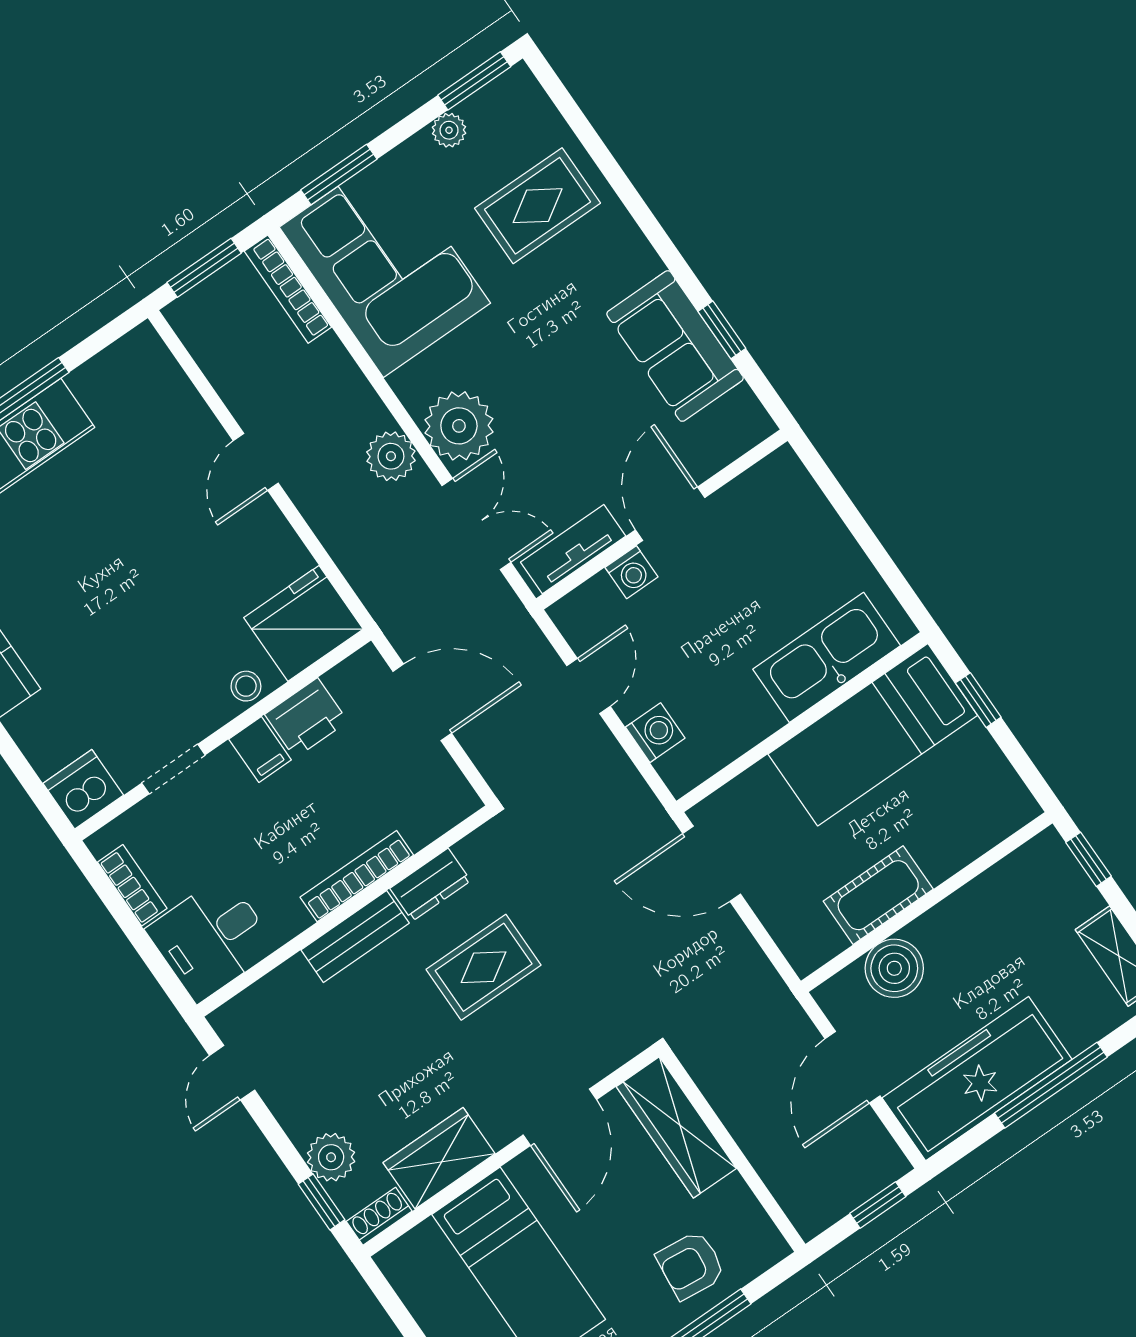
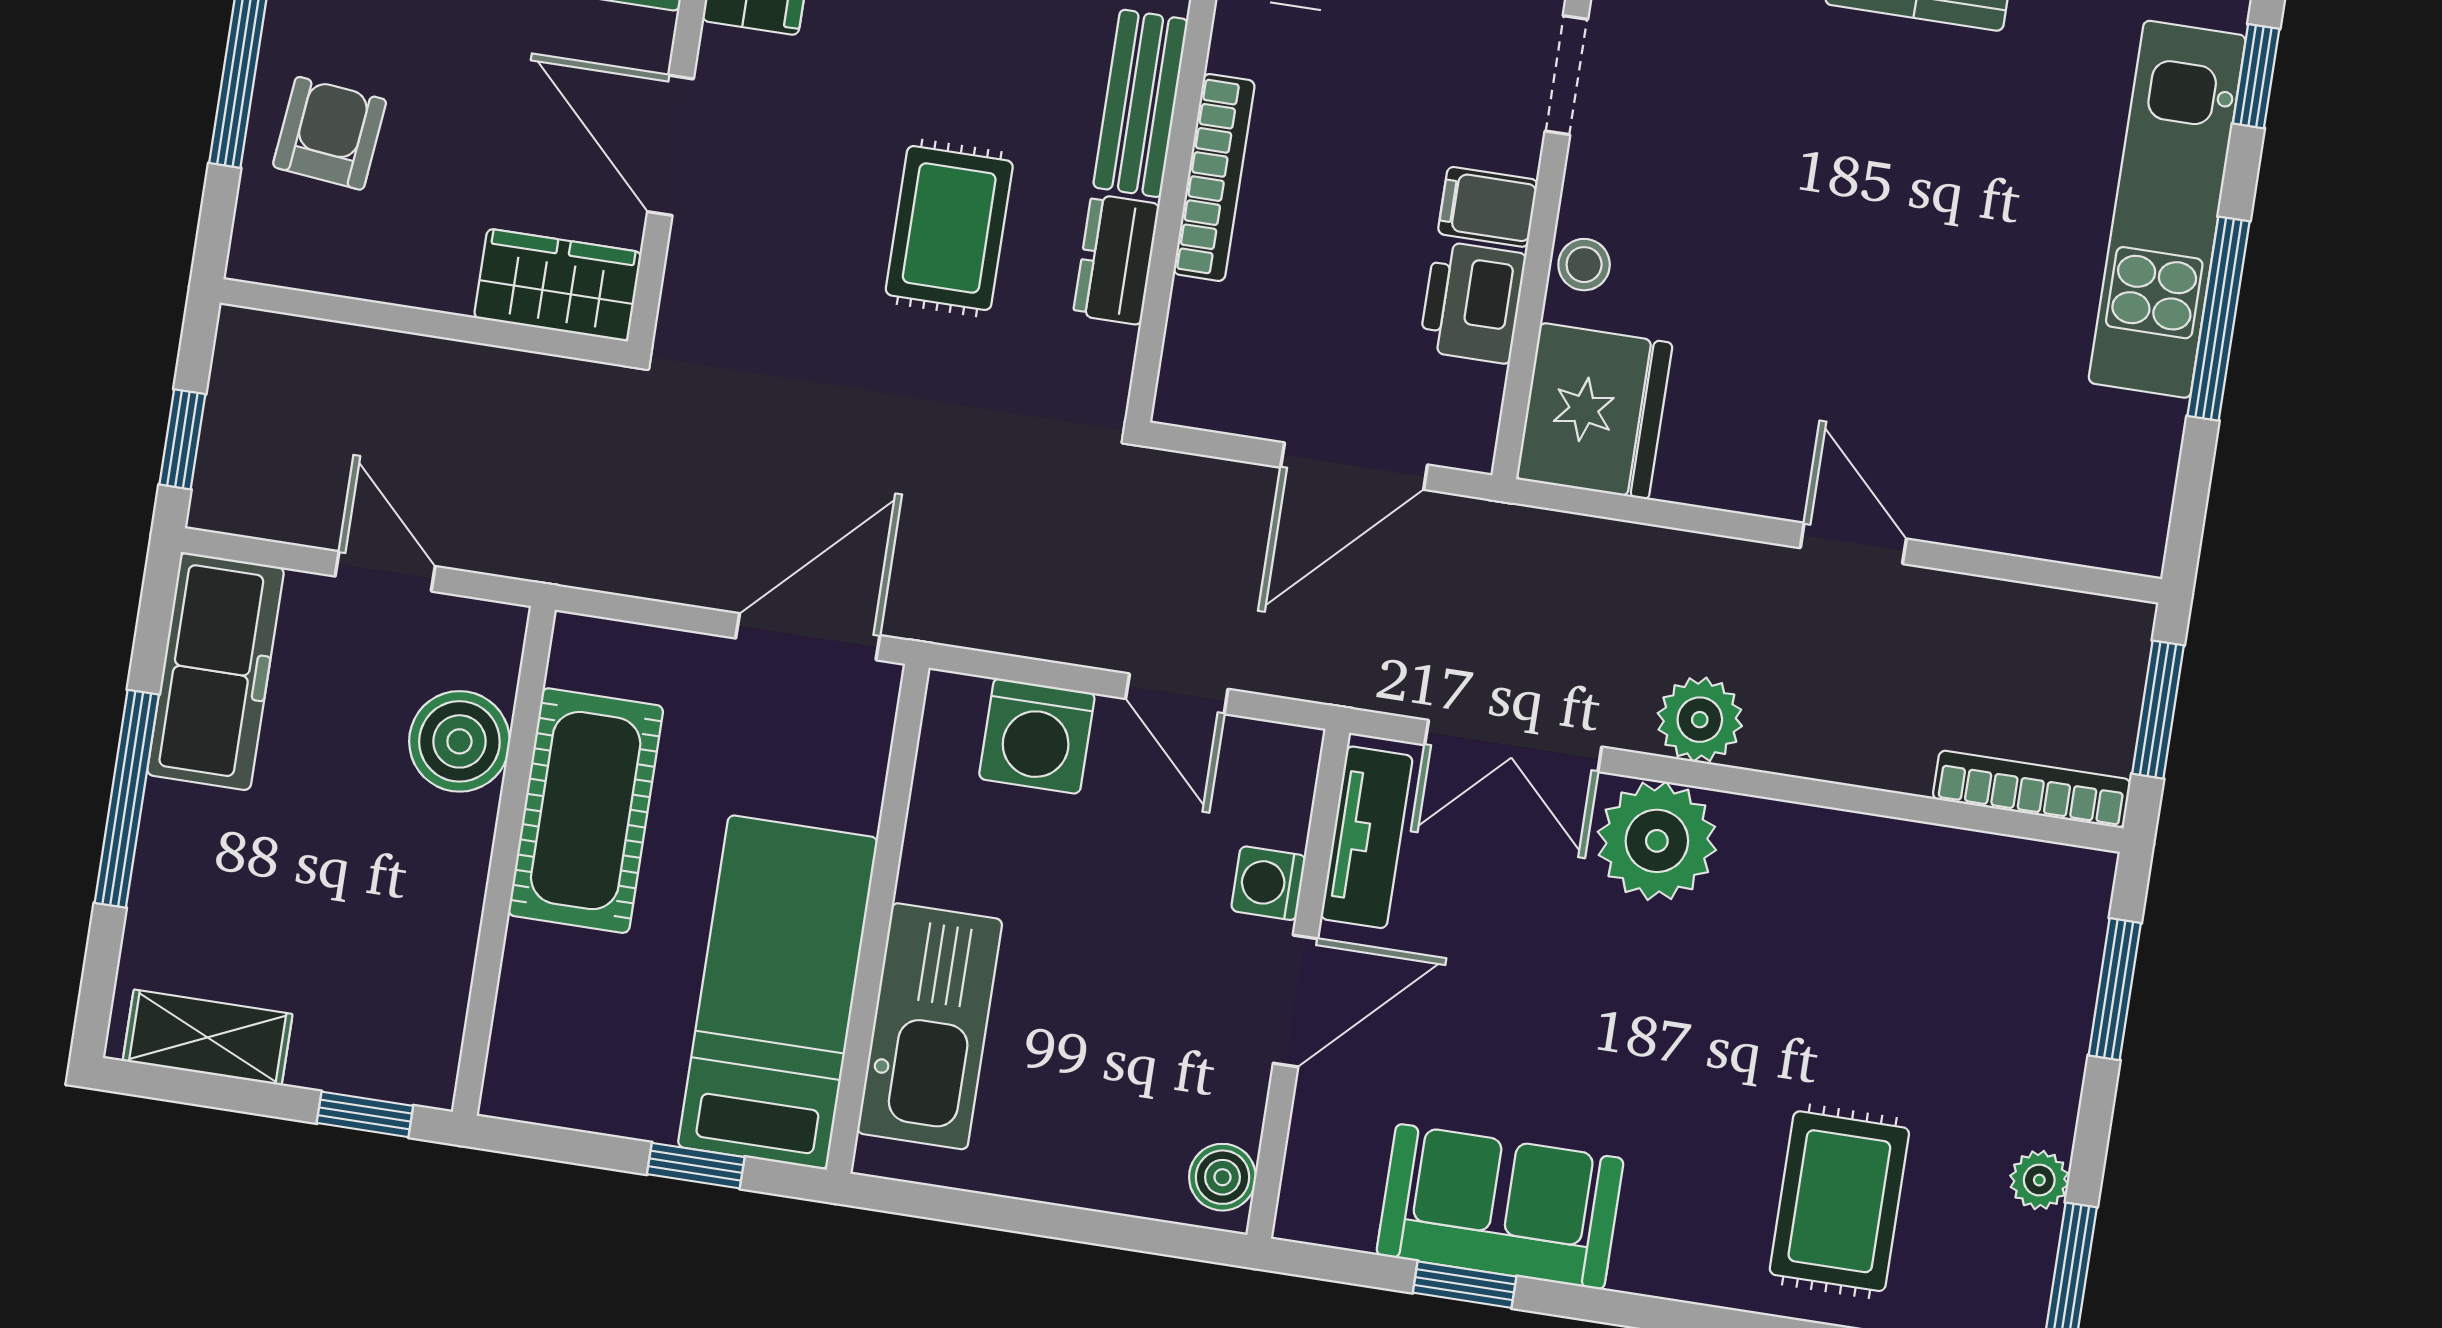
corner sofa: (385, 265) -> (1946, 939), removed
boiler: (773, 474) -> (1222, 1177), added
door: (670, 514) -> (1296, 1001), hinge flipped
washing machine: (655, 733) -> (1037, 736), width x1.38, depth x1.38
cot: (878, 895) -> (586, 811), width x1.37, depth x1.34
door: (852, 1067) -> (385, 571), width x0.73
freezer: (977, 1079) -> (215, 671), width x0.73, depth x0.79
wardrobe: (676, 1127) -> (558, 285), width x0.67

